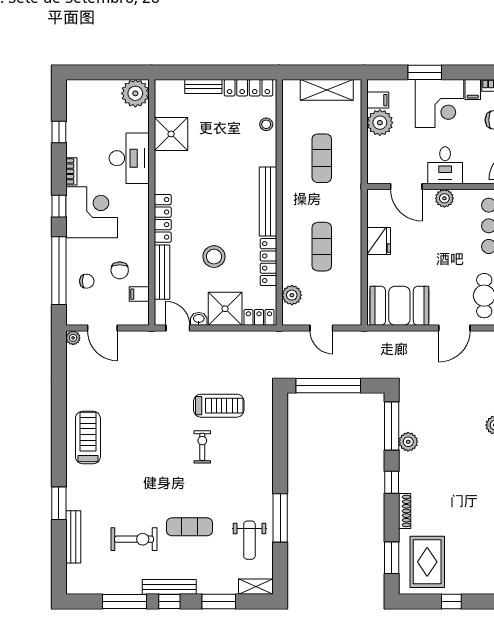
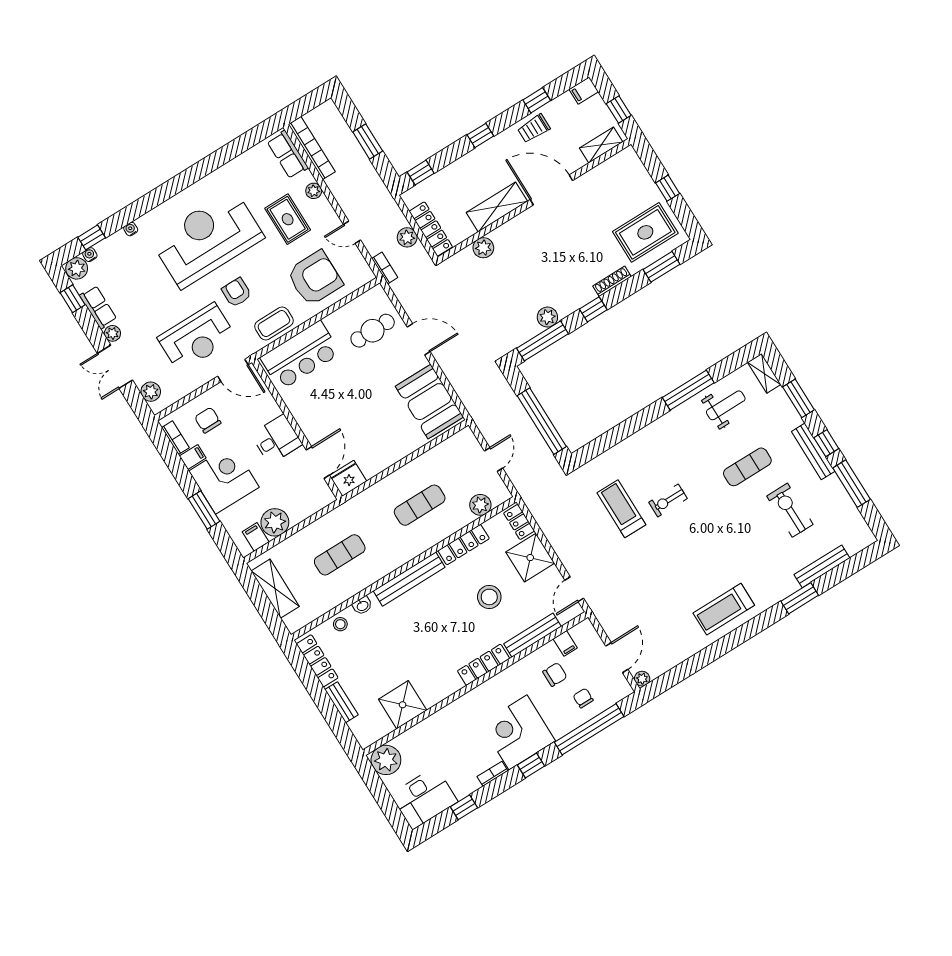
desk: (129, 158) -> (424, 798), moved, turned 180
plant: (444, 198) -> (307, 421), removed
fridge: (379, 241) -> (348, 478), moved
washbasin: (199, 319) -> (362, 606), moved, turned -90
exercise mat: (190, 527) -> (747, 467), turned 90

